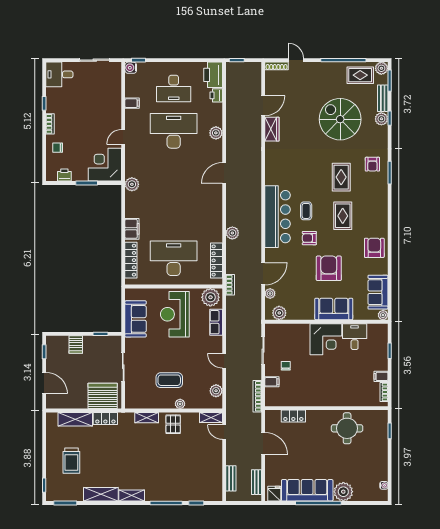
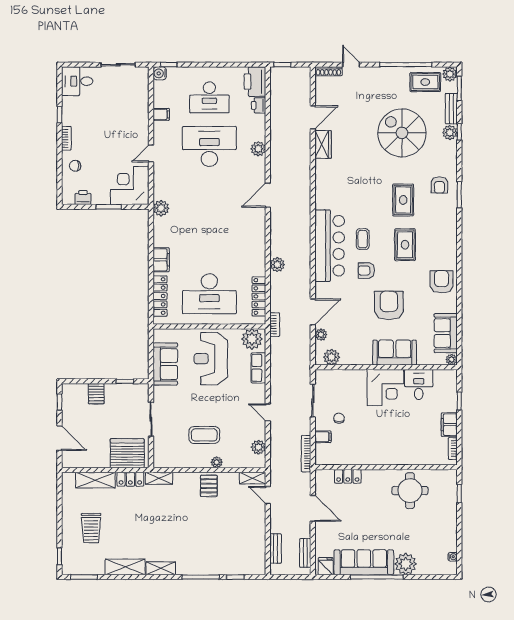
desk: (174, 258) -> (209, 294), turned 180
filing cabinet: (381, 376) -> (449, 425), width x2.00
shelving: (147, 418) -> (159, 478), moved

